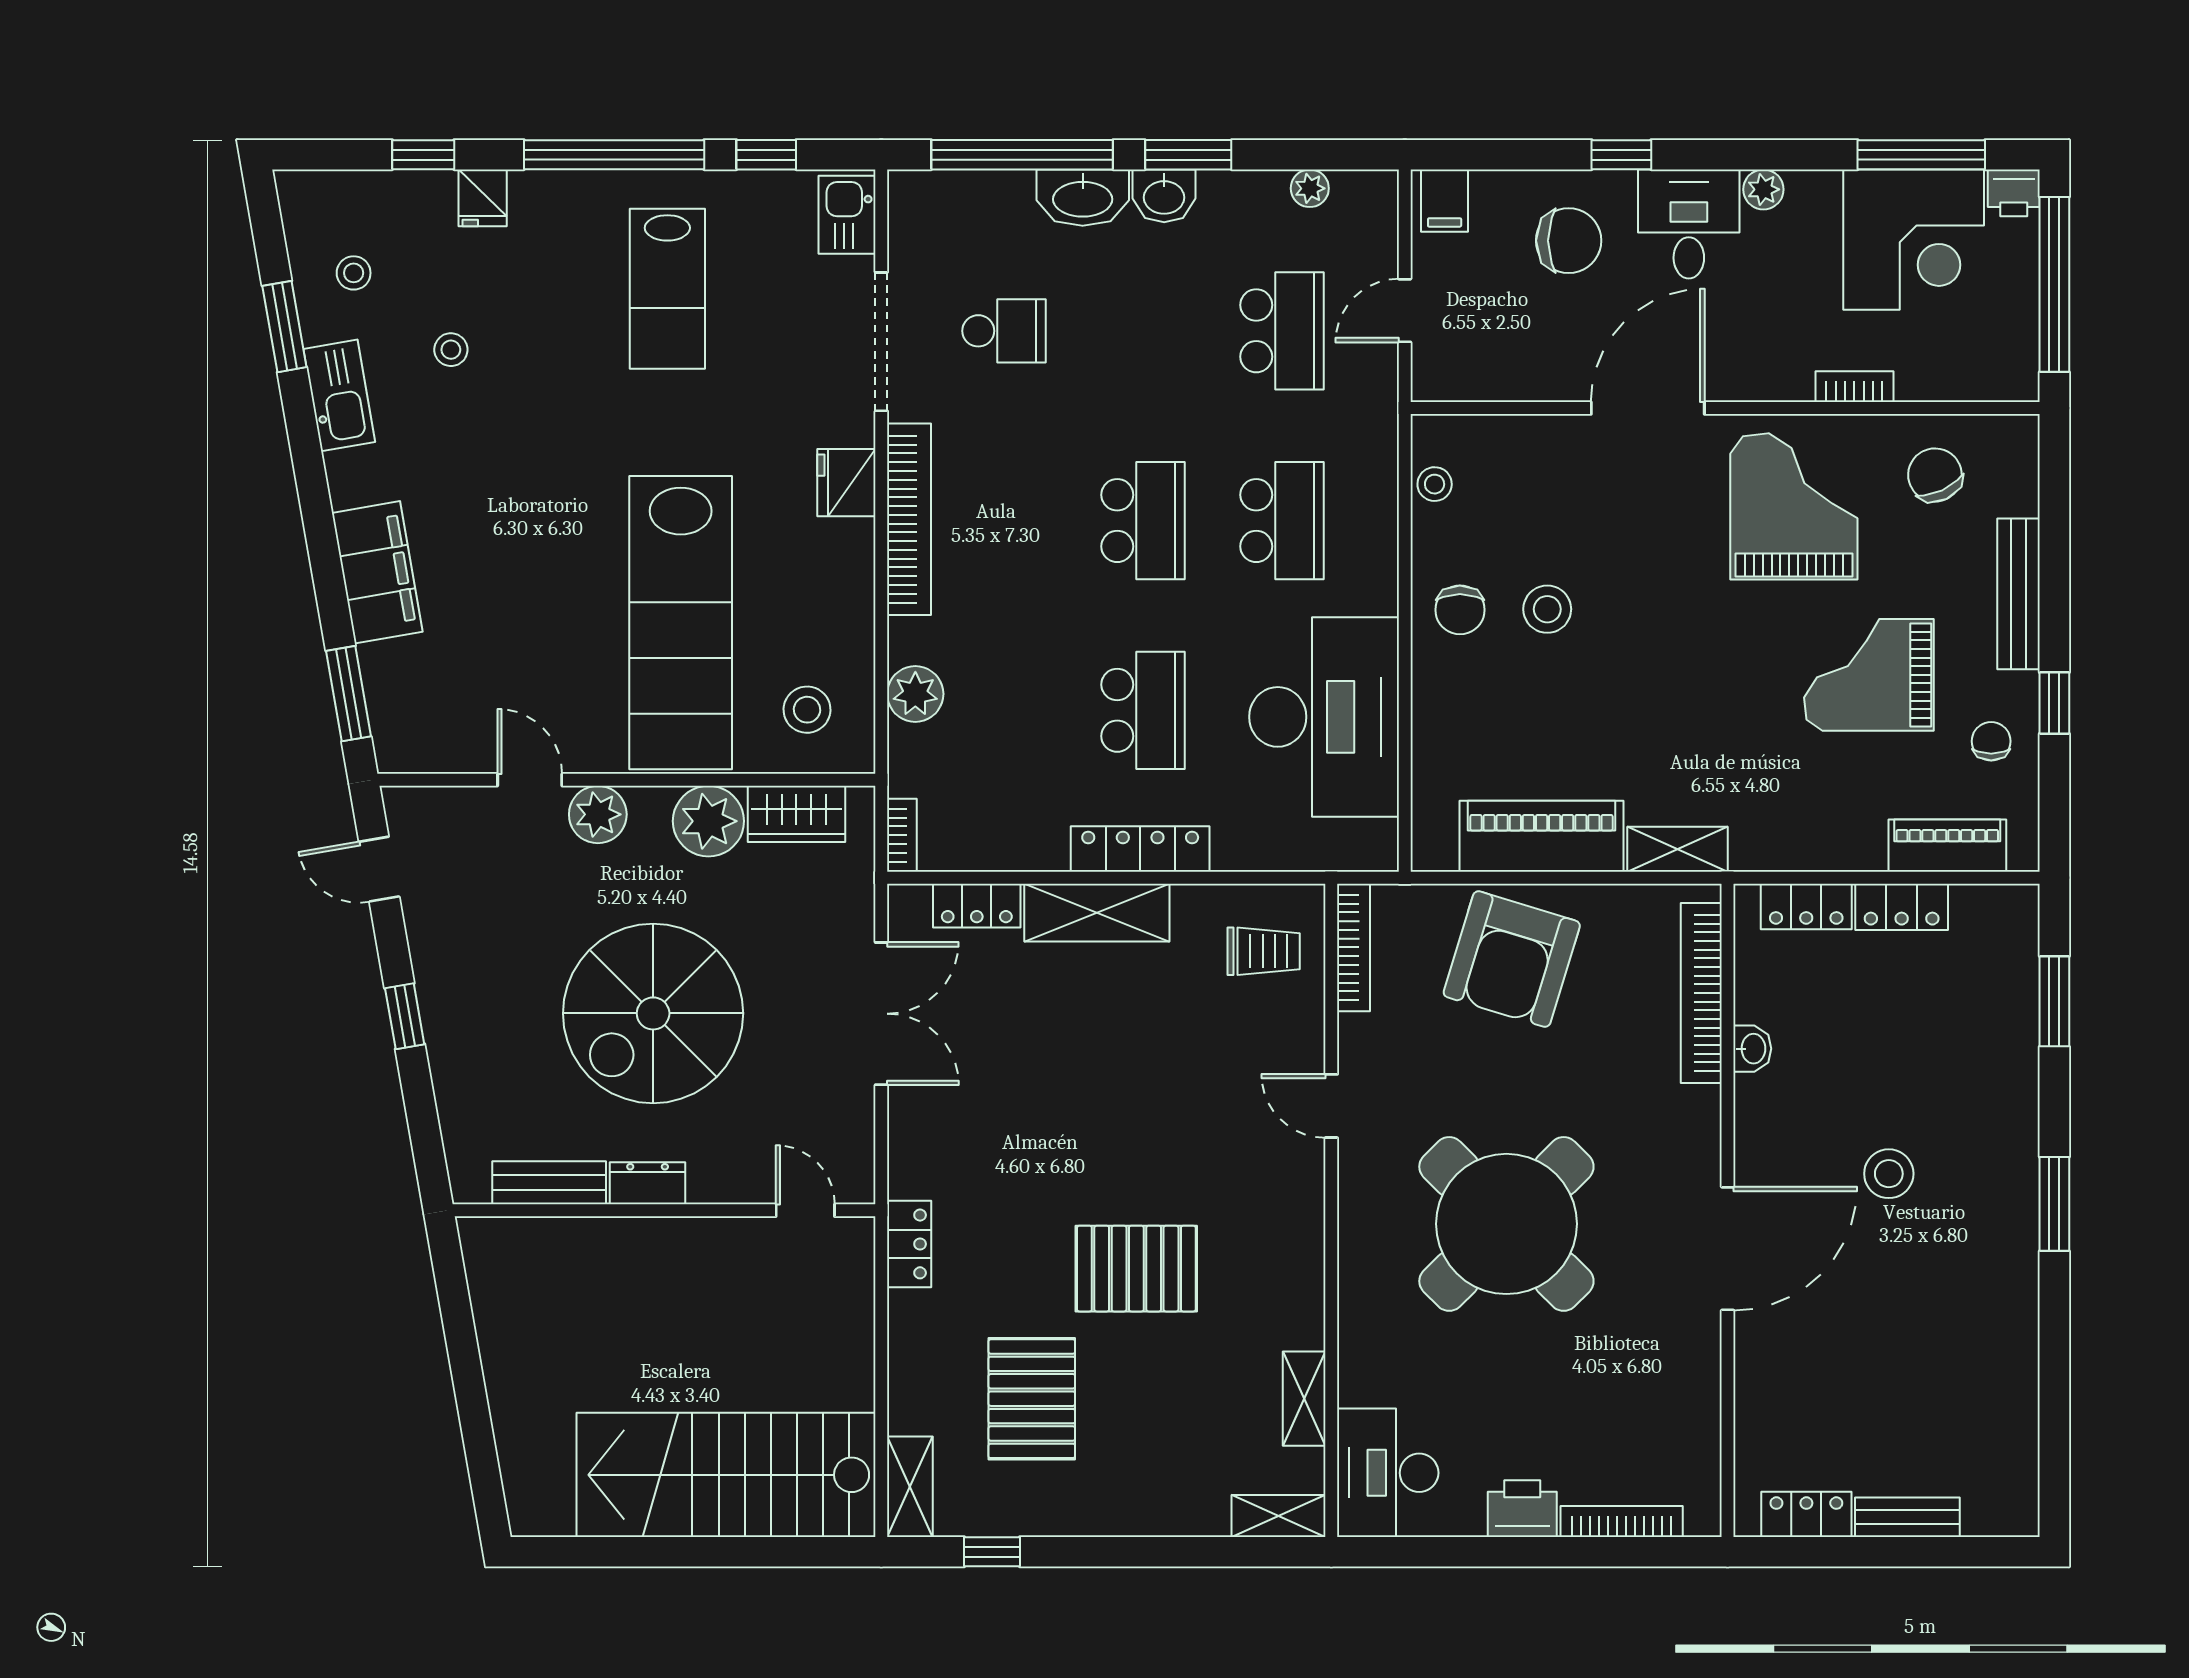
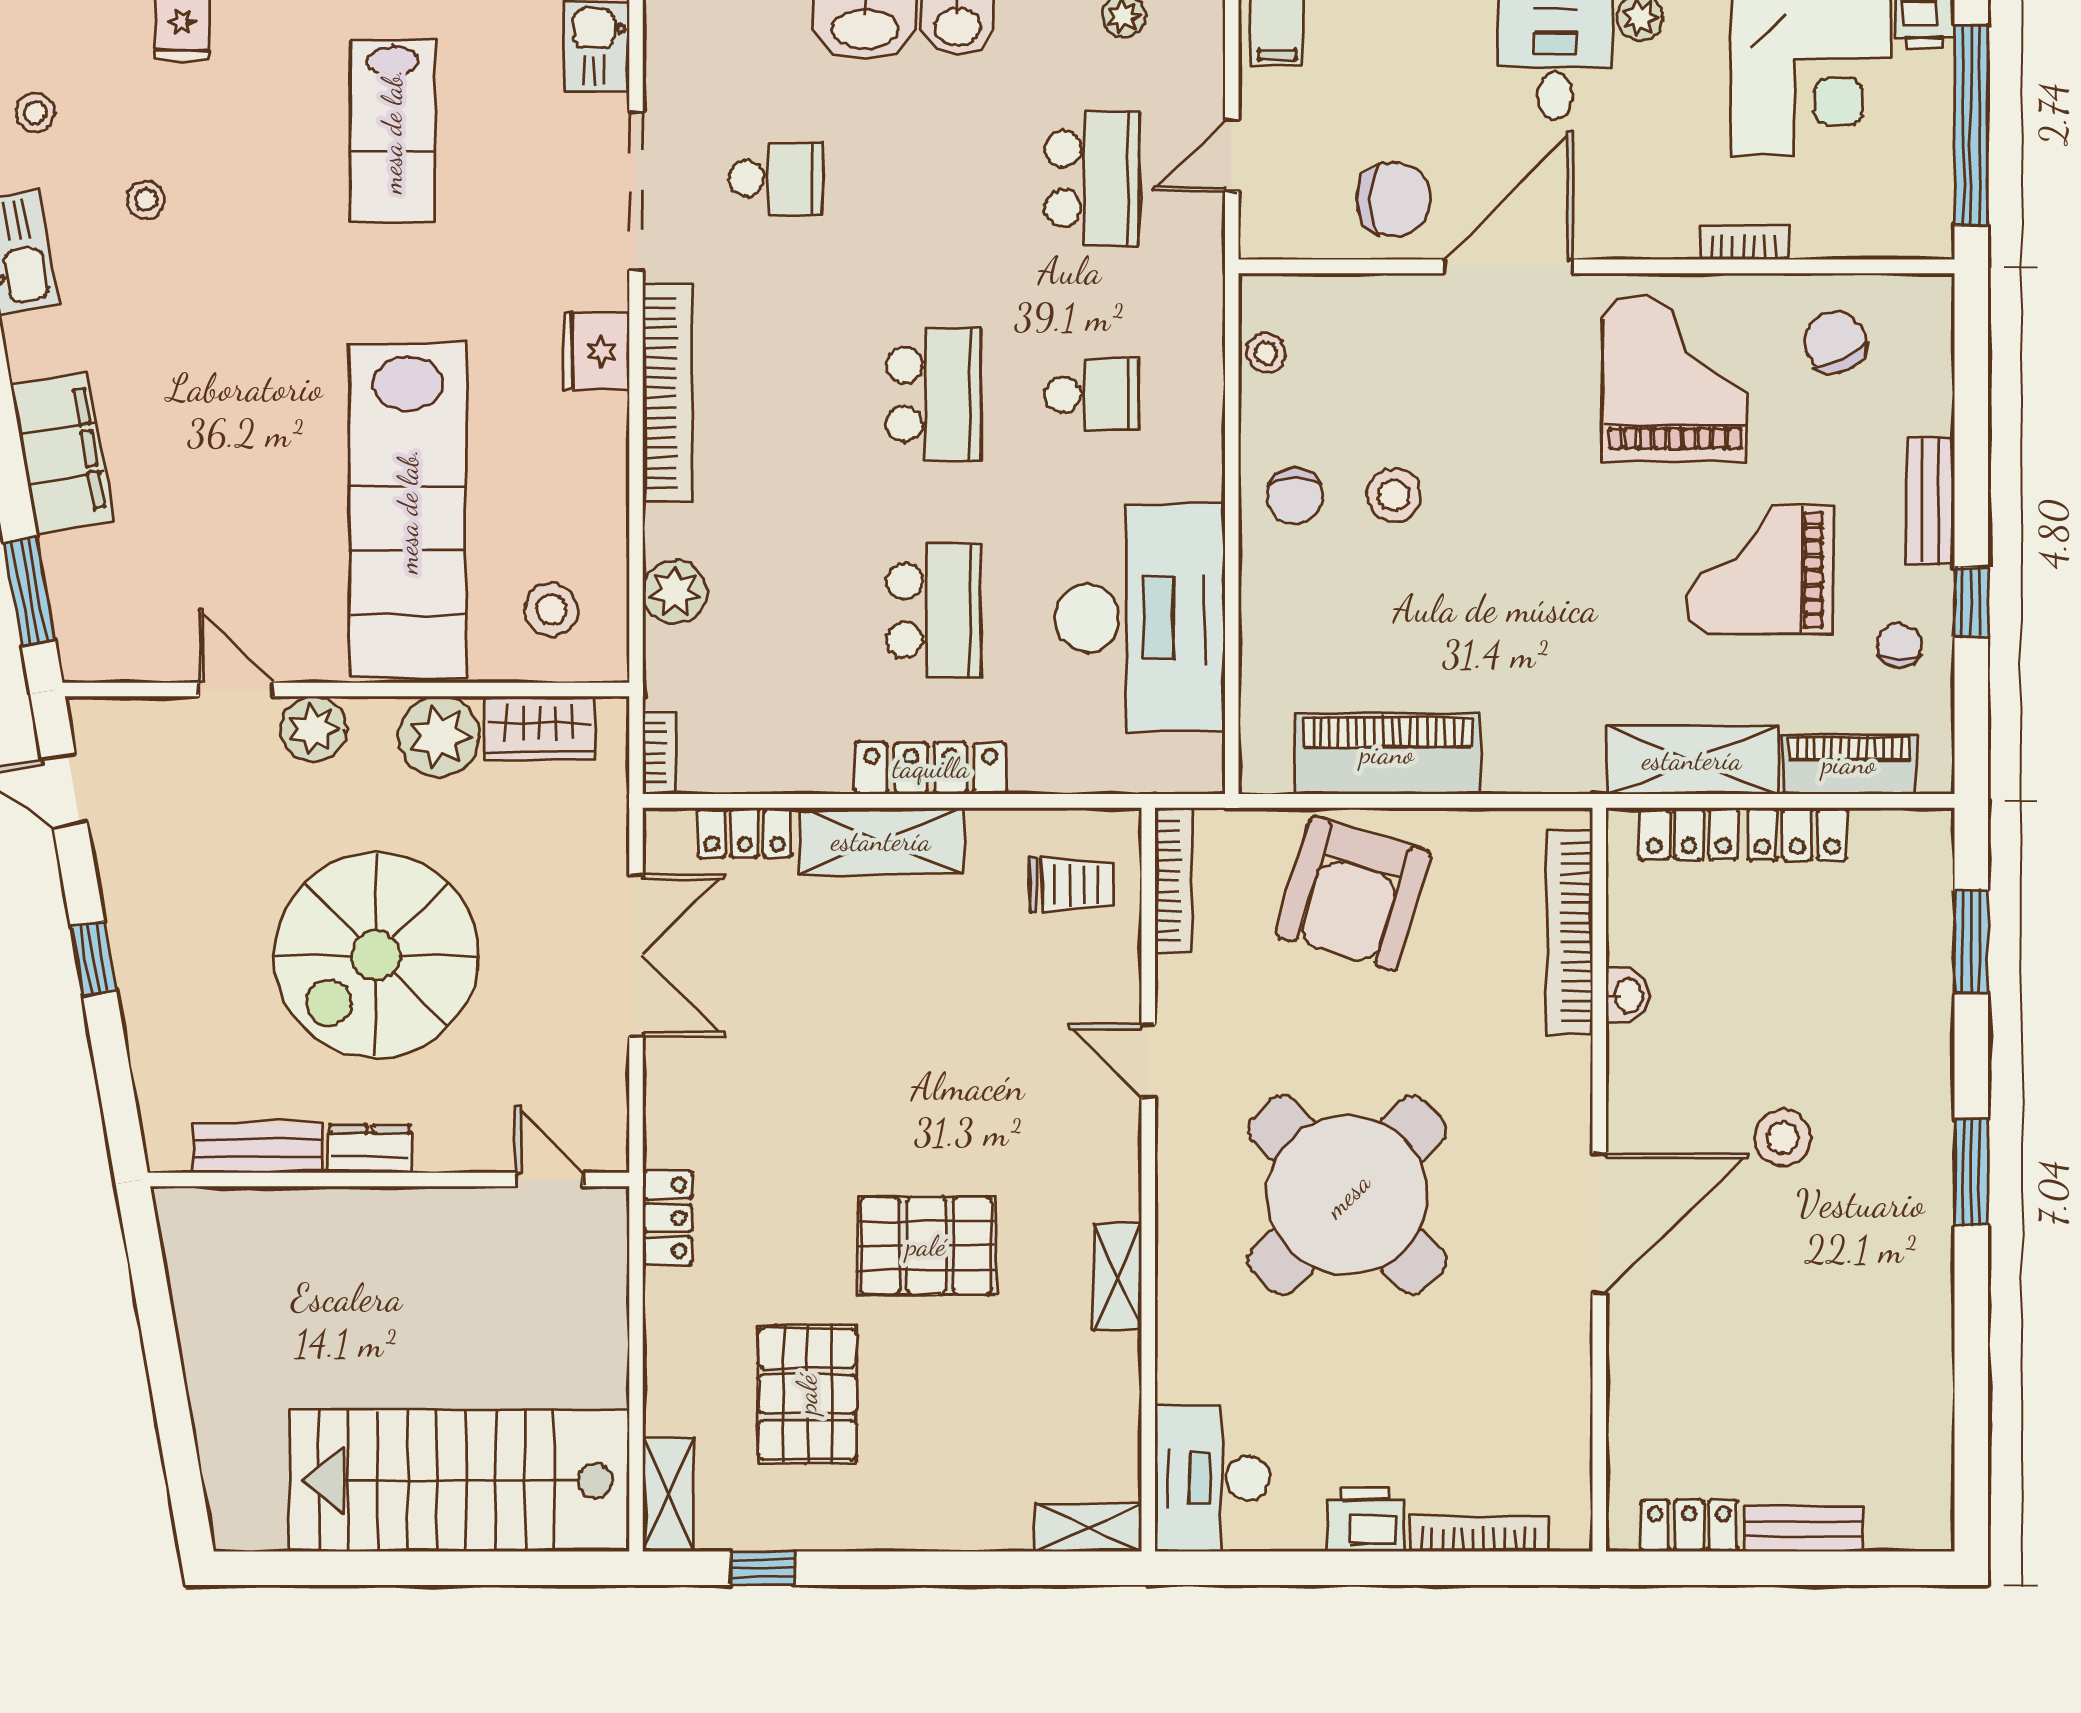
chair: (1569, 241) -> (1394, 199), moved
school desk: (1282, 521) -> (1092, 394), width x0.54
bench: (2019, 594) -> (1930, 501), width x0.73
shelving: (1678, 849) -> (1692, 760), moved, width x1.50, depth x1.33
shelving: (1304, 1399) -> (1117, 1277), moved

